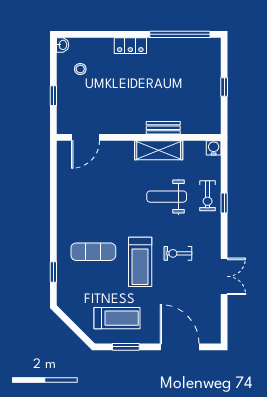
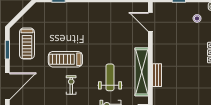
shelving: (159, 150) -> (142, 72), width x1.47
exercise mat: (93, 252) -> (72, 27), removed

